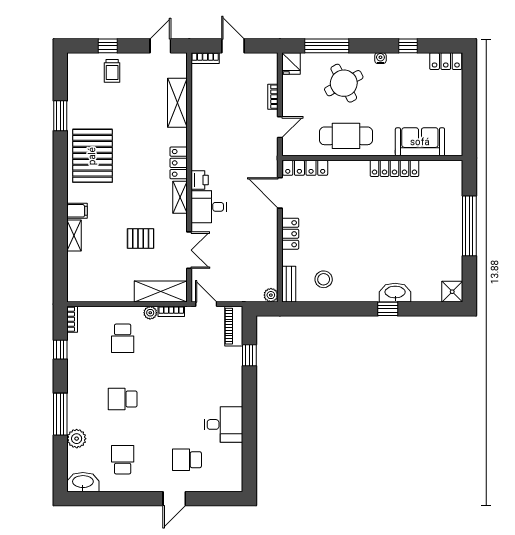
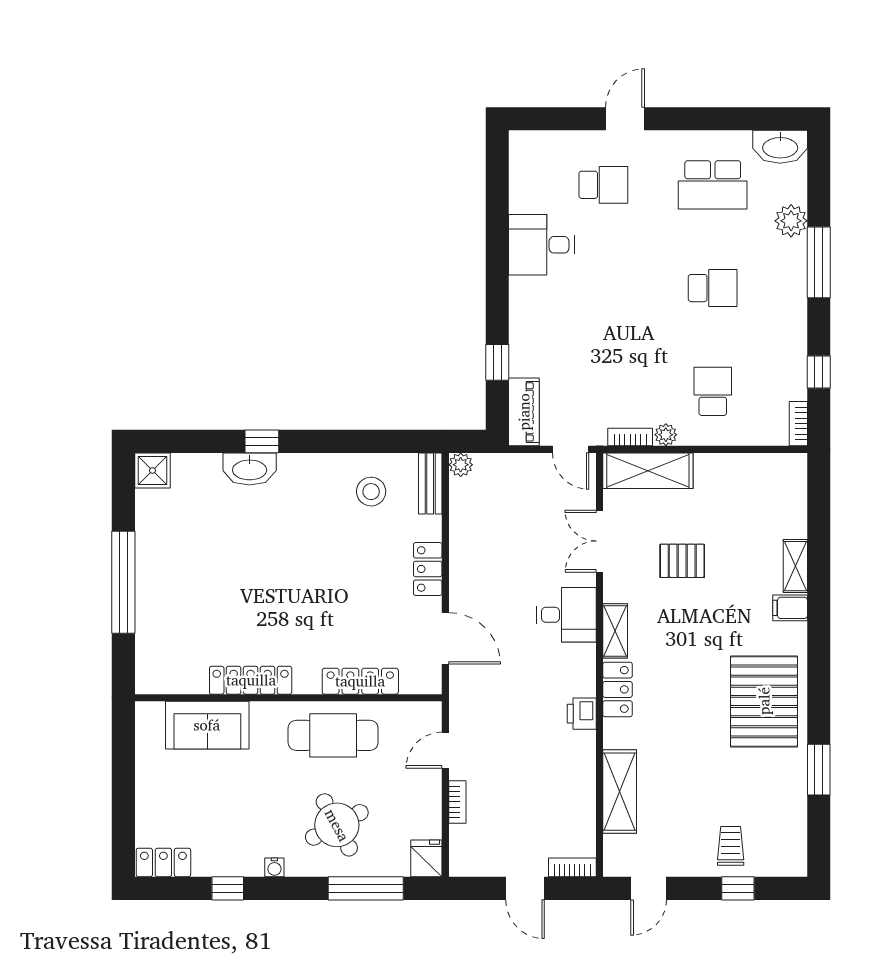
locker: (305, 168) -> (360, 681), moved
printer: (200, 180) -> (582, 714), moved
school desk: (123, 460) -> (713, 185), width x1.85

